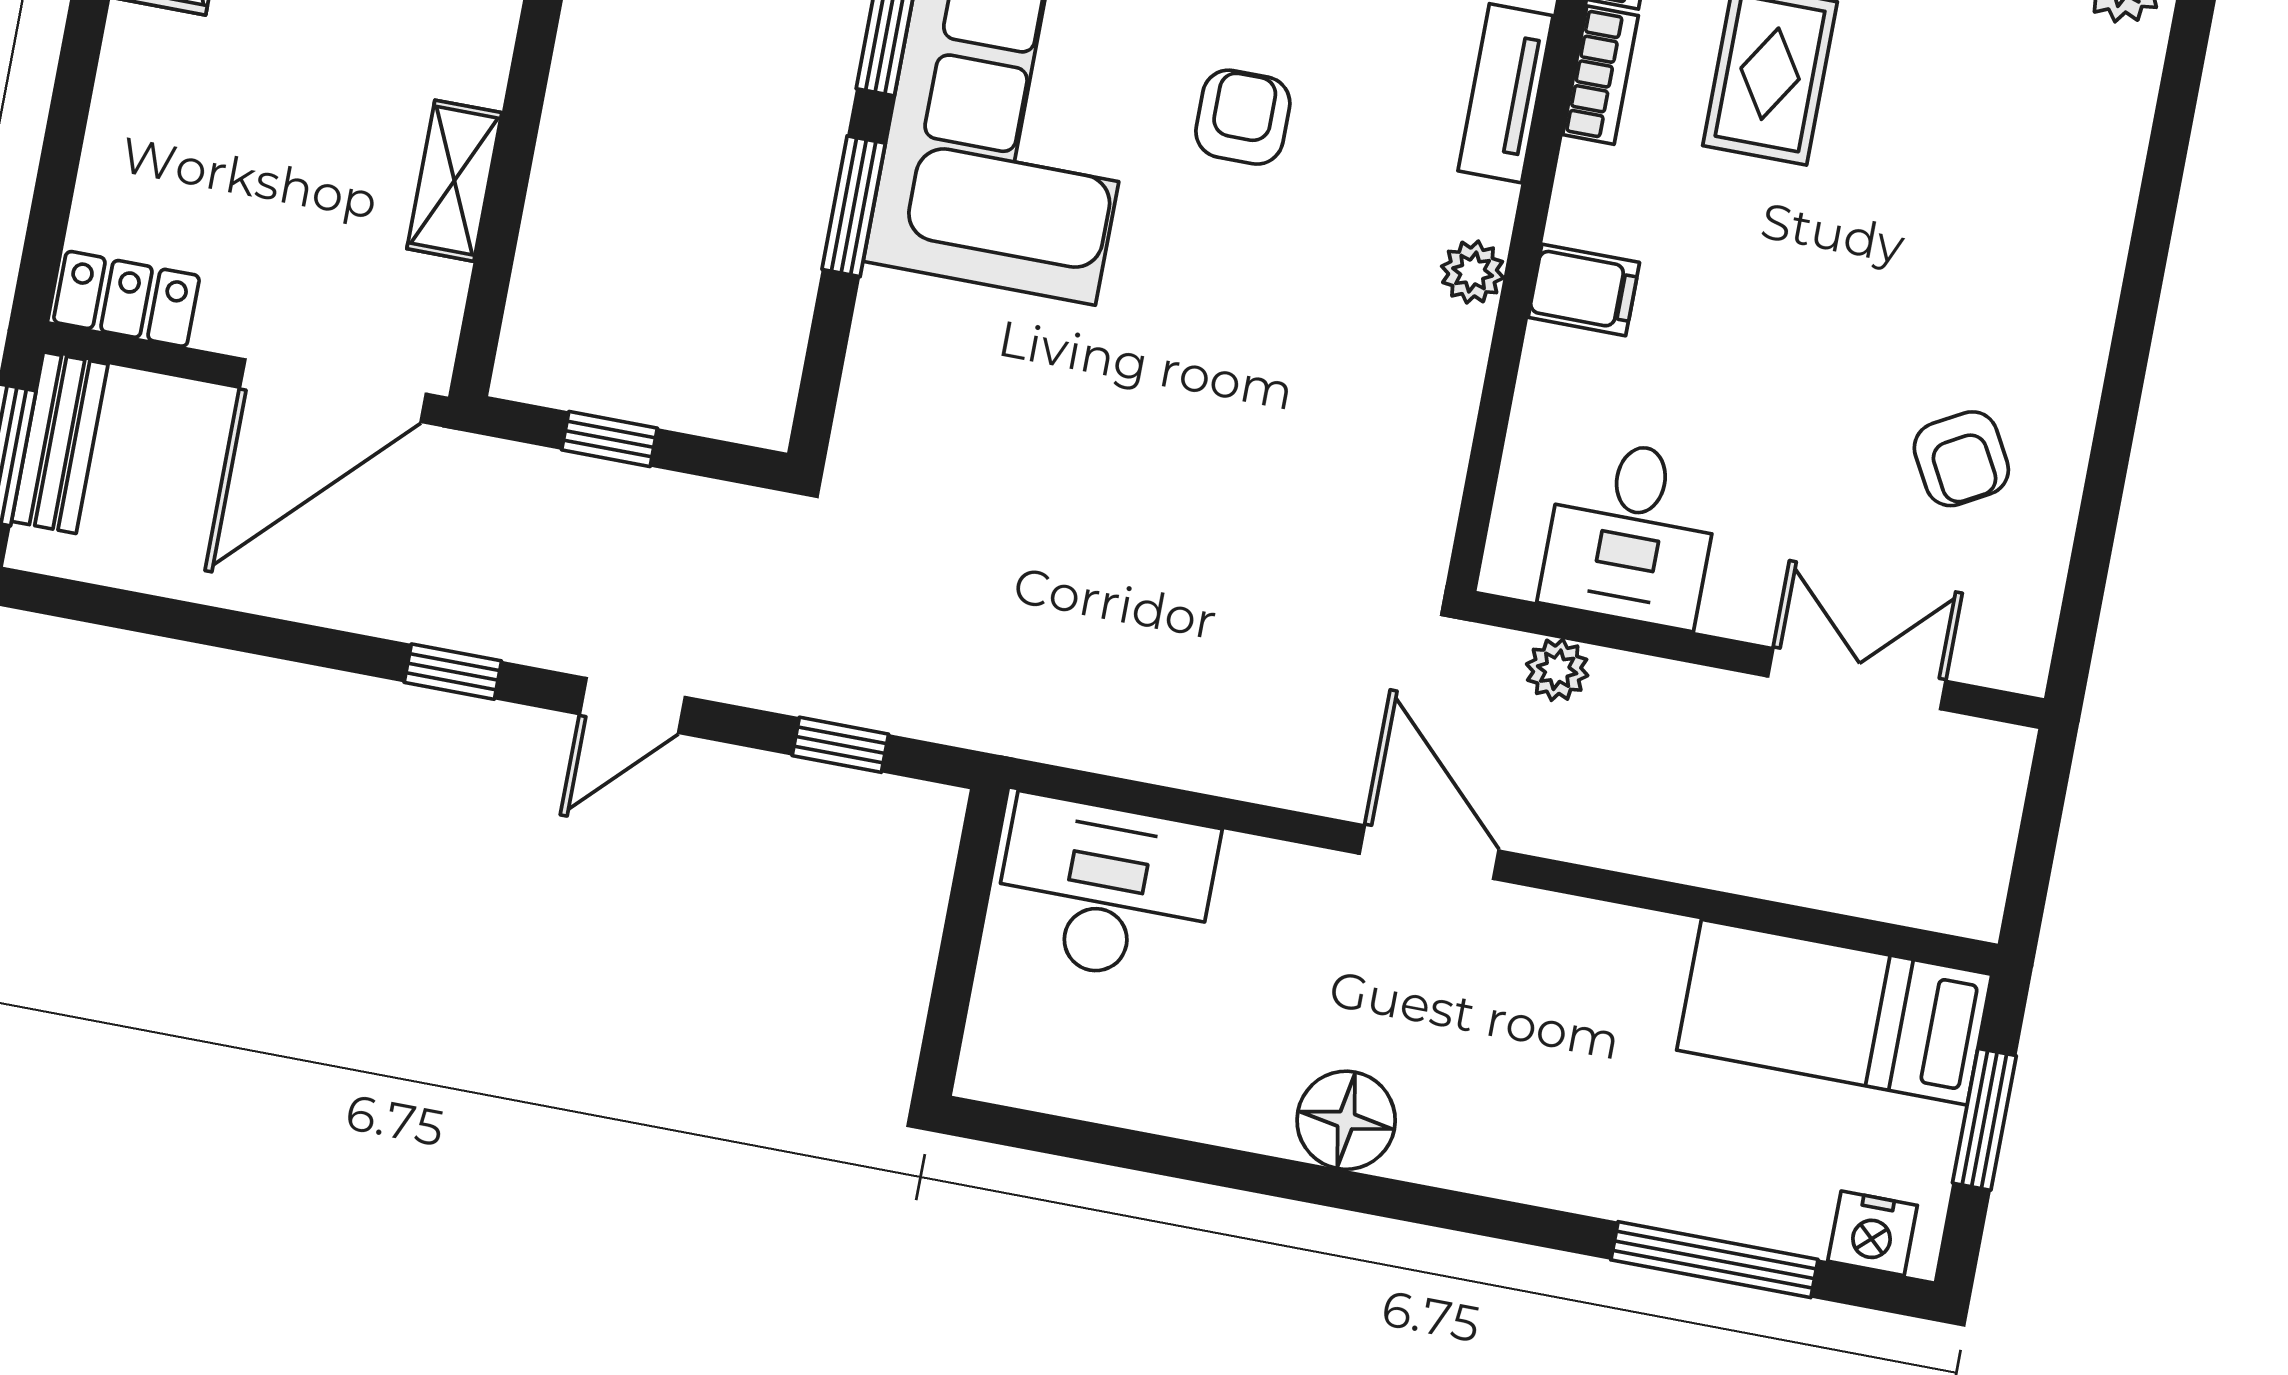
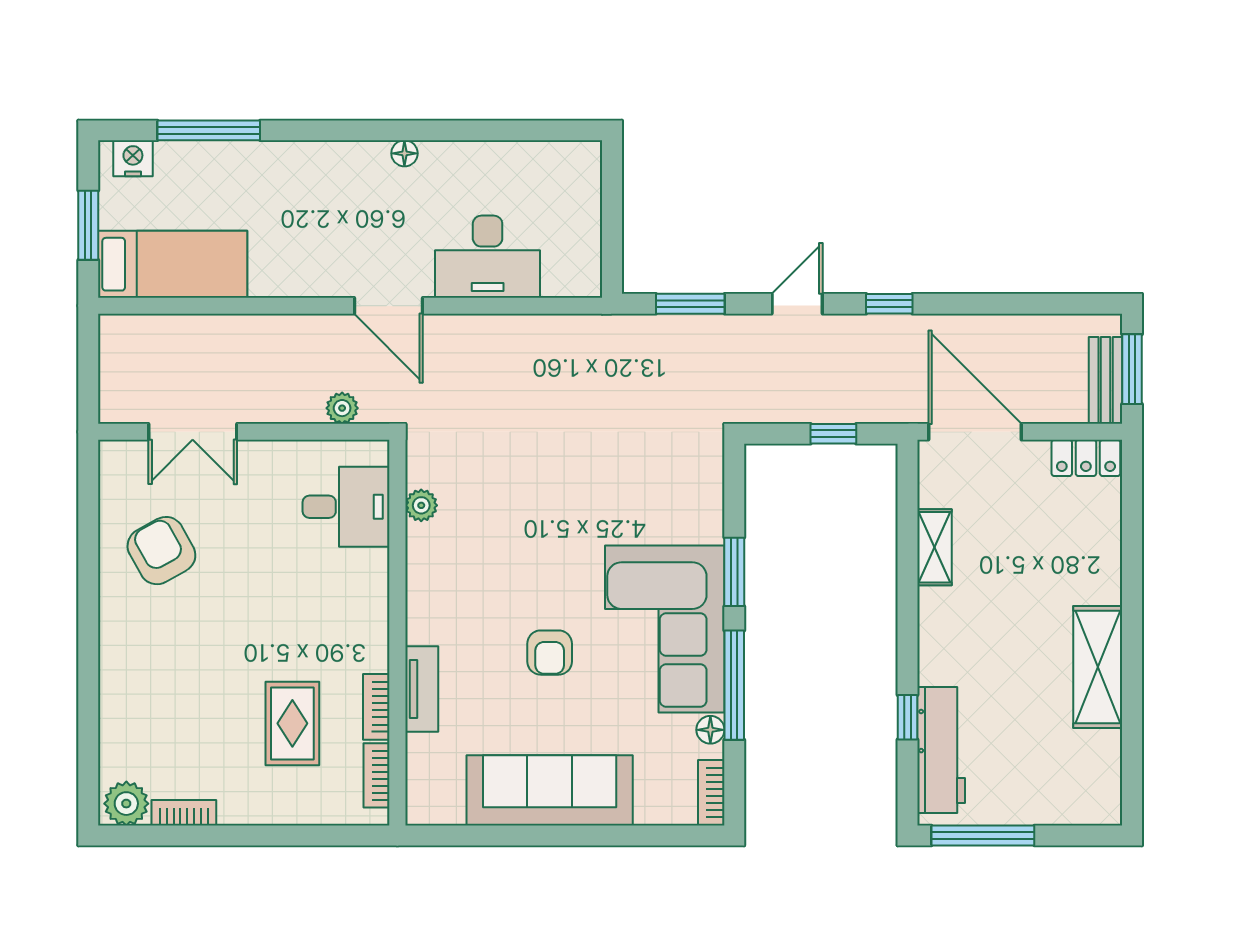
plant: (1473, 272) -> (421, 505), moved
filing cabinet: (1584, 290) -> (364, 599), removed
door: (333, 391) -> (975, 432), hinge flipped
armchair: (1961, 459) -> (161, 551), width x1.38, depth x1.38
desk: (1631, 533) -> (346, 507), moved, turned 90
window: (840, 745) -> (690, 304), width x1.50
desk: (1105, 890) -> (488, 257), moved
floor lamp: (1346, 1120) -> (404, 153), width x0.53, depth x0.53

